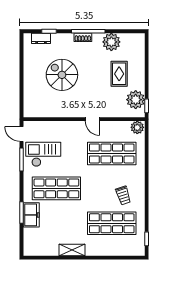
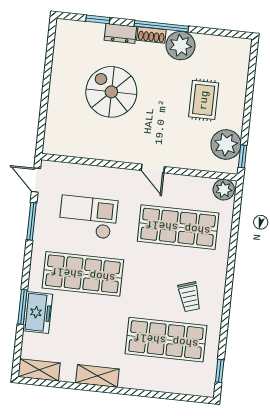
dresser: (41, 38) -> (120, 33), moved
plant: (111, 42) -> (181, 46), moved
checkout: (43, 154) -> (88, 217), moved
shelving: (36, 250) -> (39, 370), added

